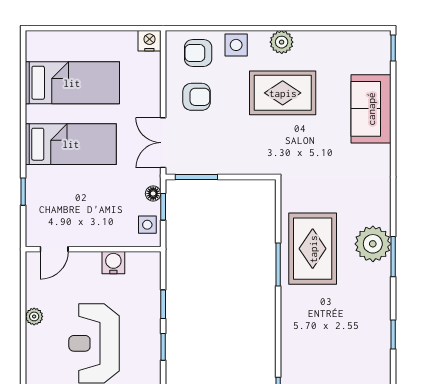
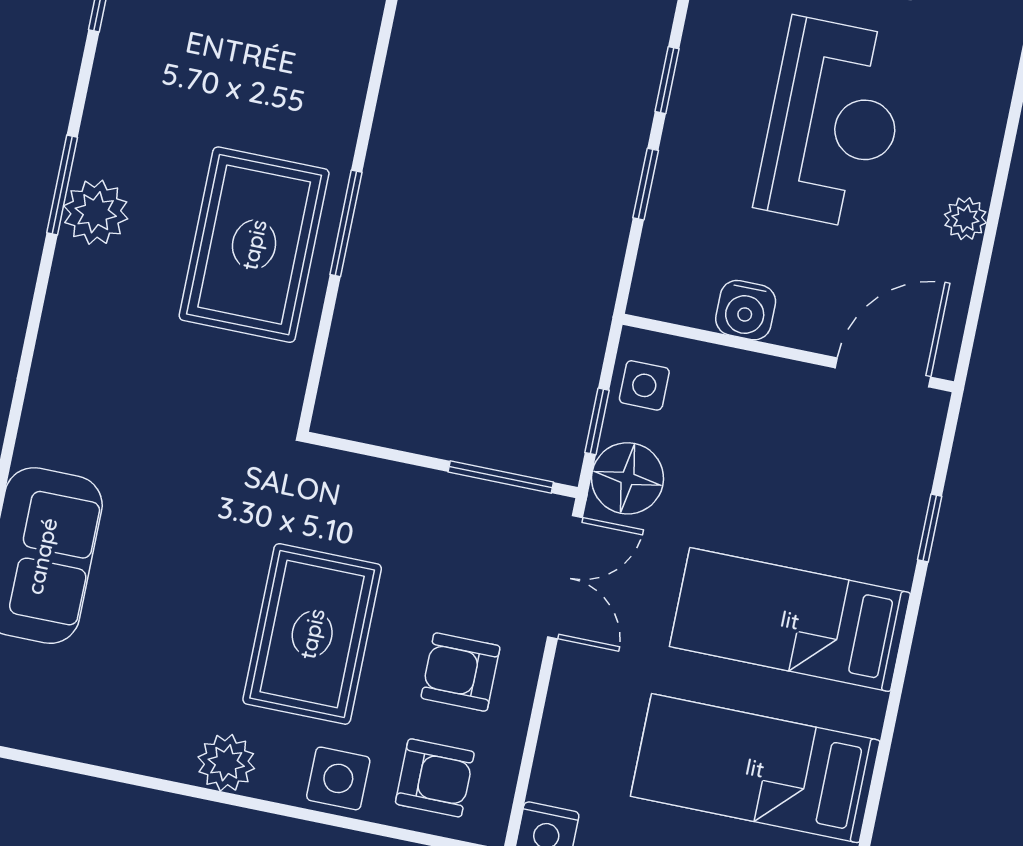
rug: (283, 93) -> (312, 634), moved, turned 90
floor lamp: (153, 193) -> (628, 478), width x1.89, depth x1.89
plant: (373, 244) -> (96, 212), width x0.73, depth x0.73
door: (54, 249) -> (883, 372), width x1.38

